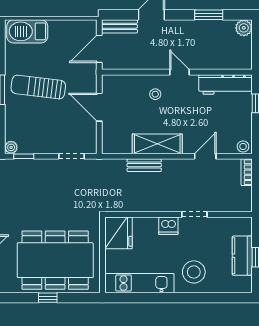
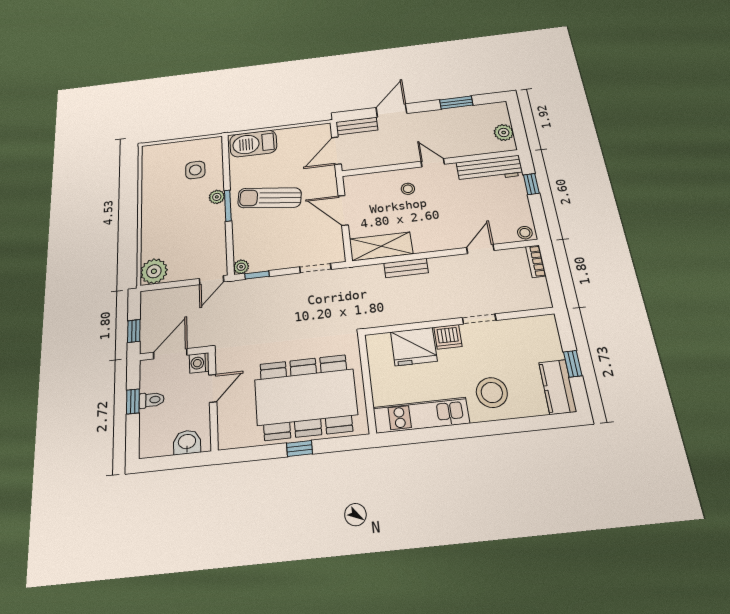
plant: (244, 28) -> (504, 132), moved
shelving: (157, 144) -> (381, 246), moved
fridge: (119, 233) -> (414, 347), moved, turned 90
kitchen counter: (242, 256) -> (558, 387), moved

